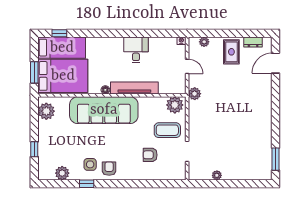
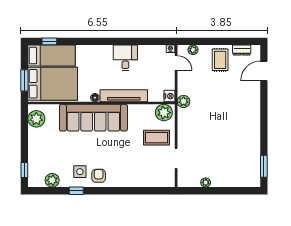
door: (187, 66) -> (176, 63), moved
nightstand: (181, 88) -> (170, 96), added
window: (34, 149) -> (24, 170), moved
armchair: (150, 155) -> (139, 162), removed

